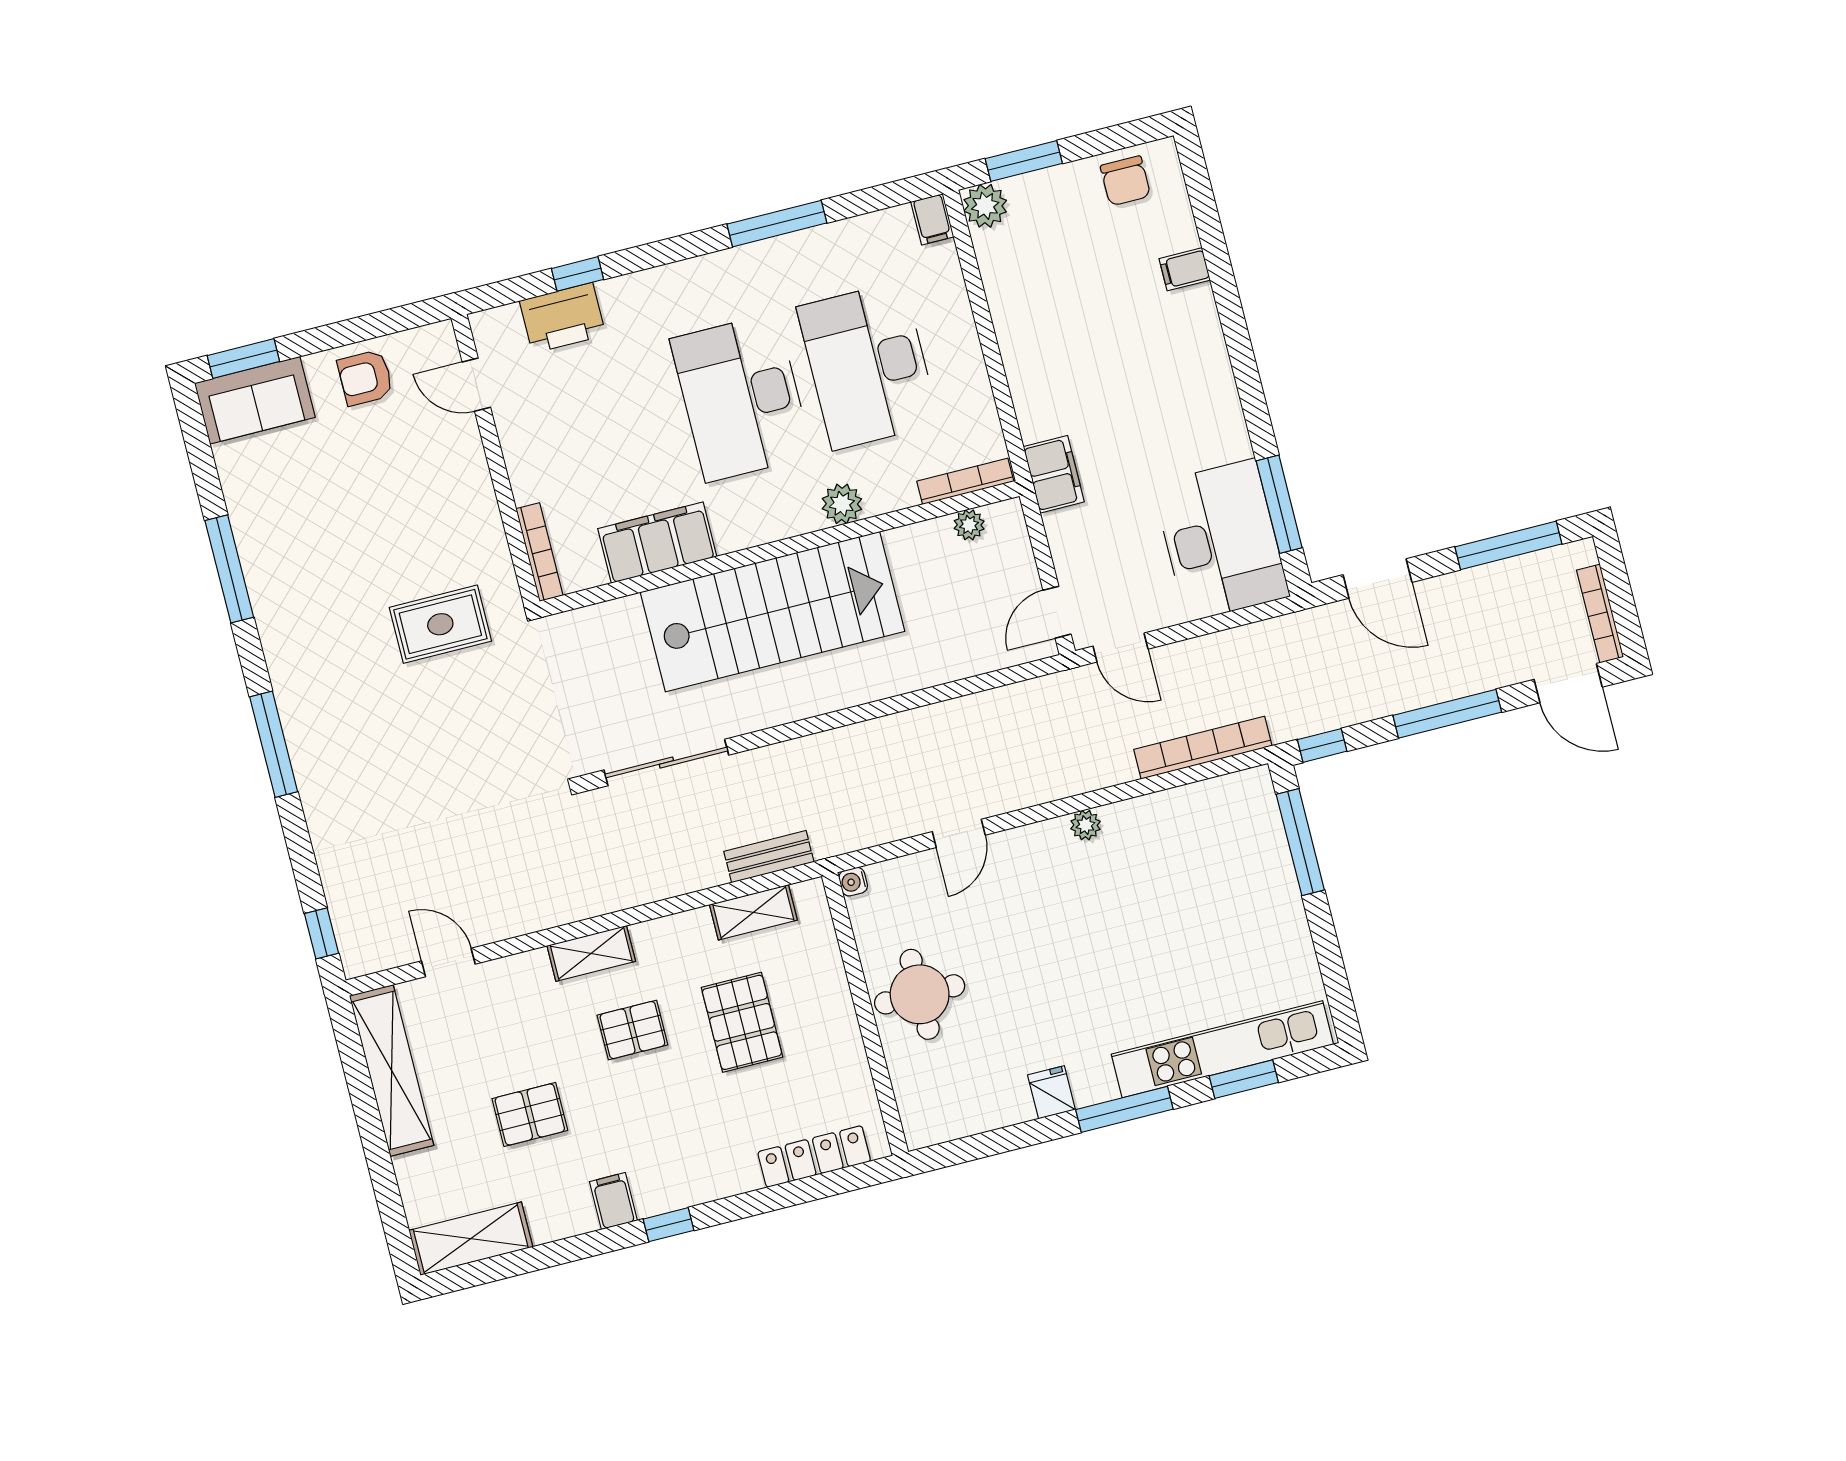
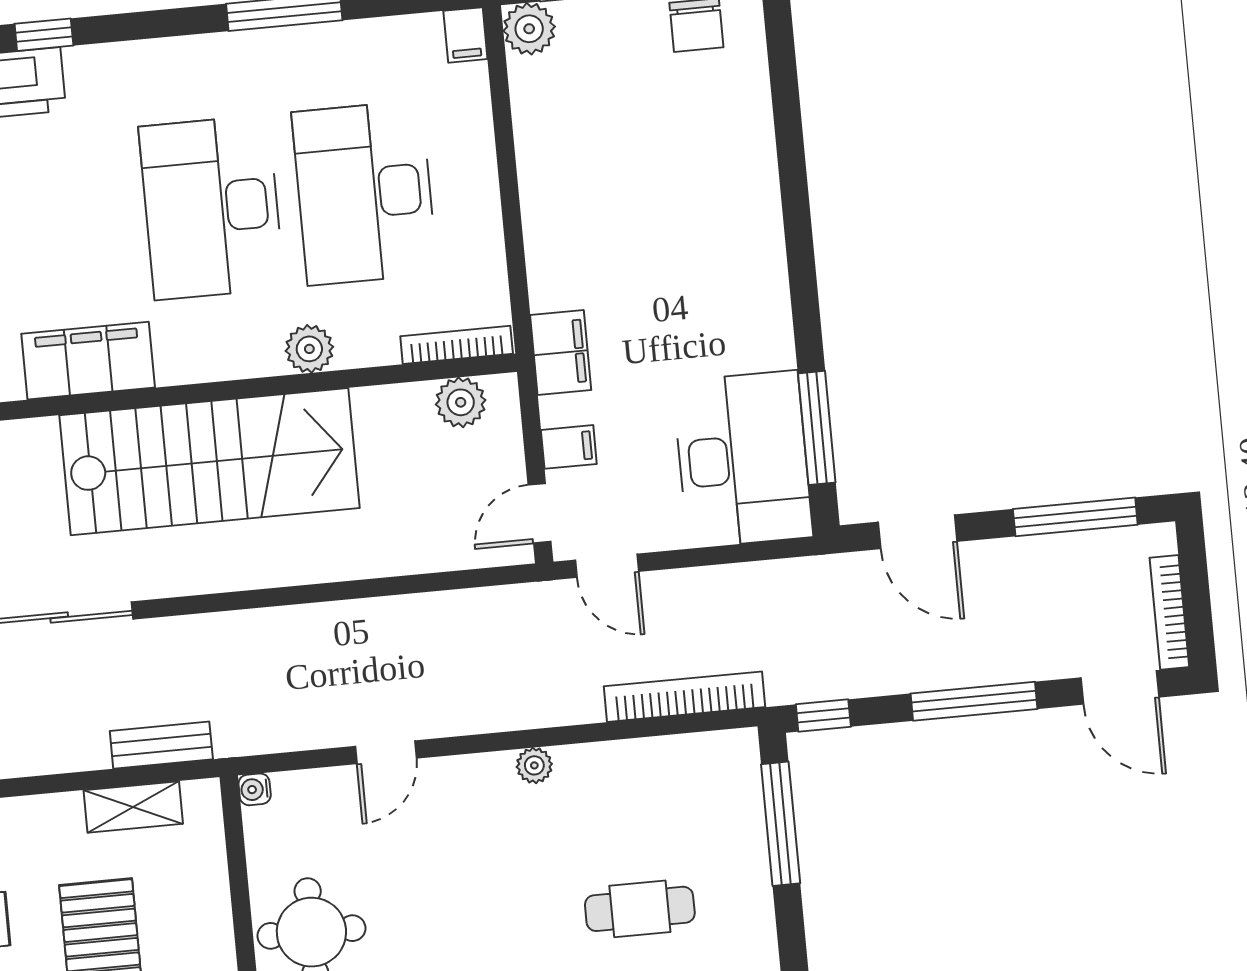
filing cabinet: (1185, 269) -> (569, 447), moved, turned 180
plant: (969, 525) -> (461, 402), width x1.38, depth x1.38
cafe table: (1193, 932) -> (640, 909), added

